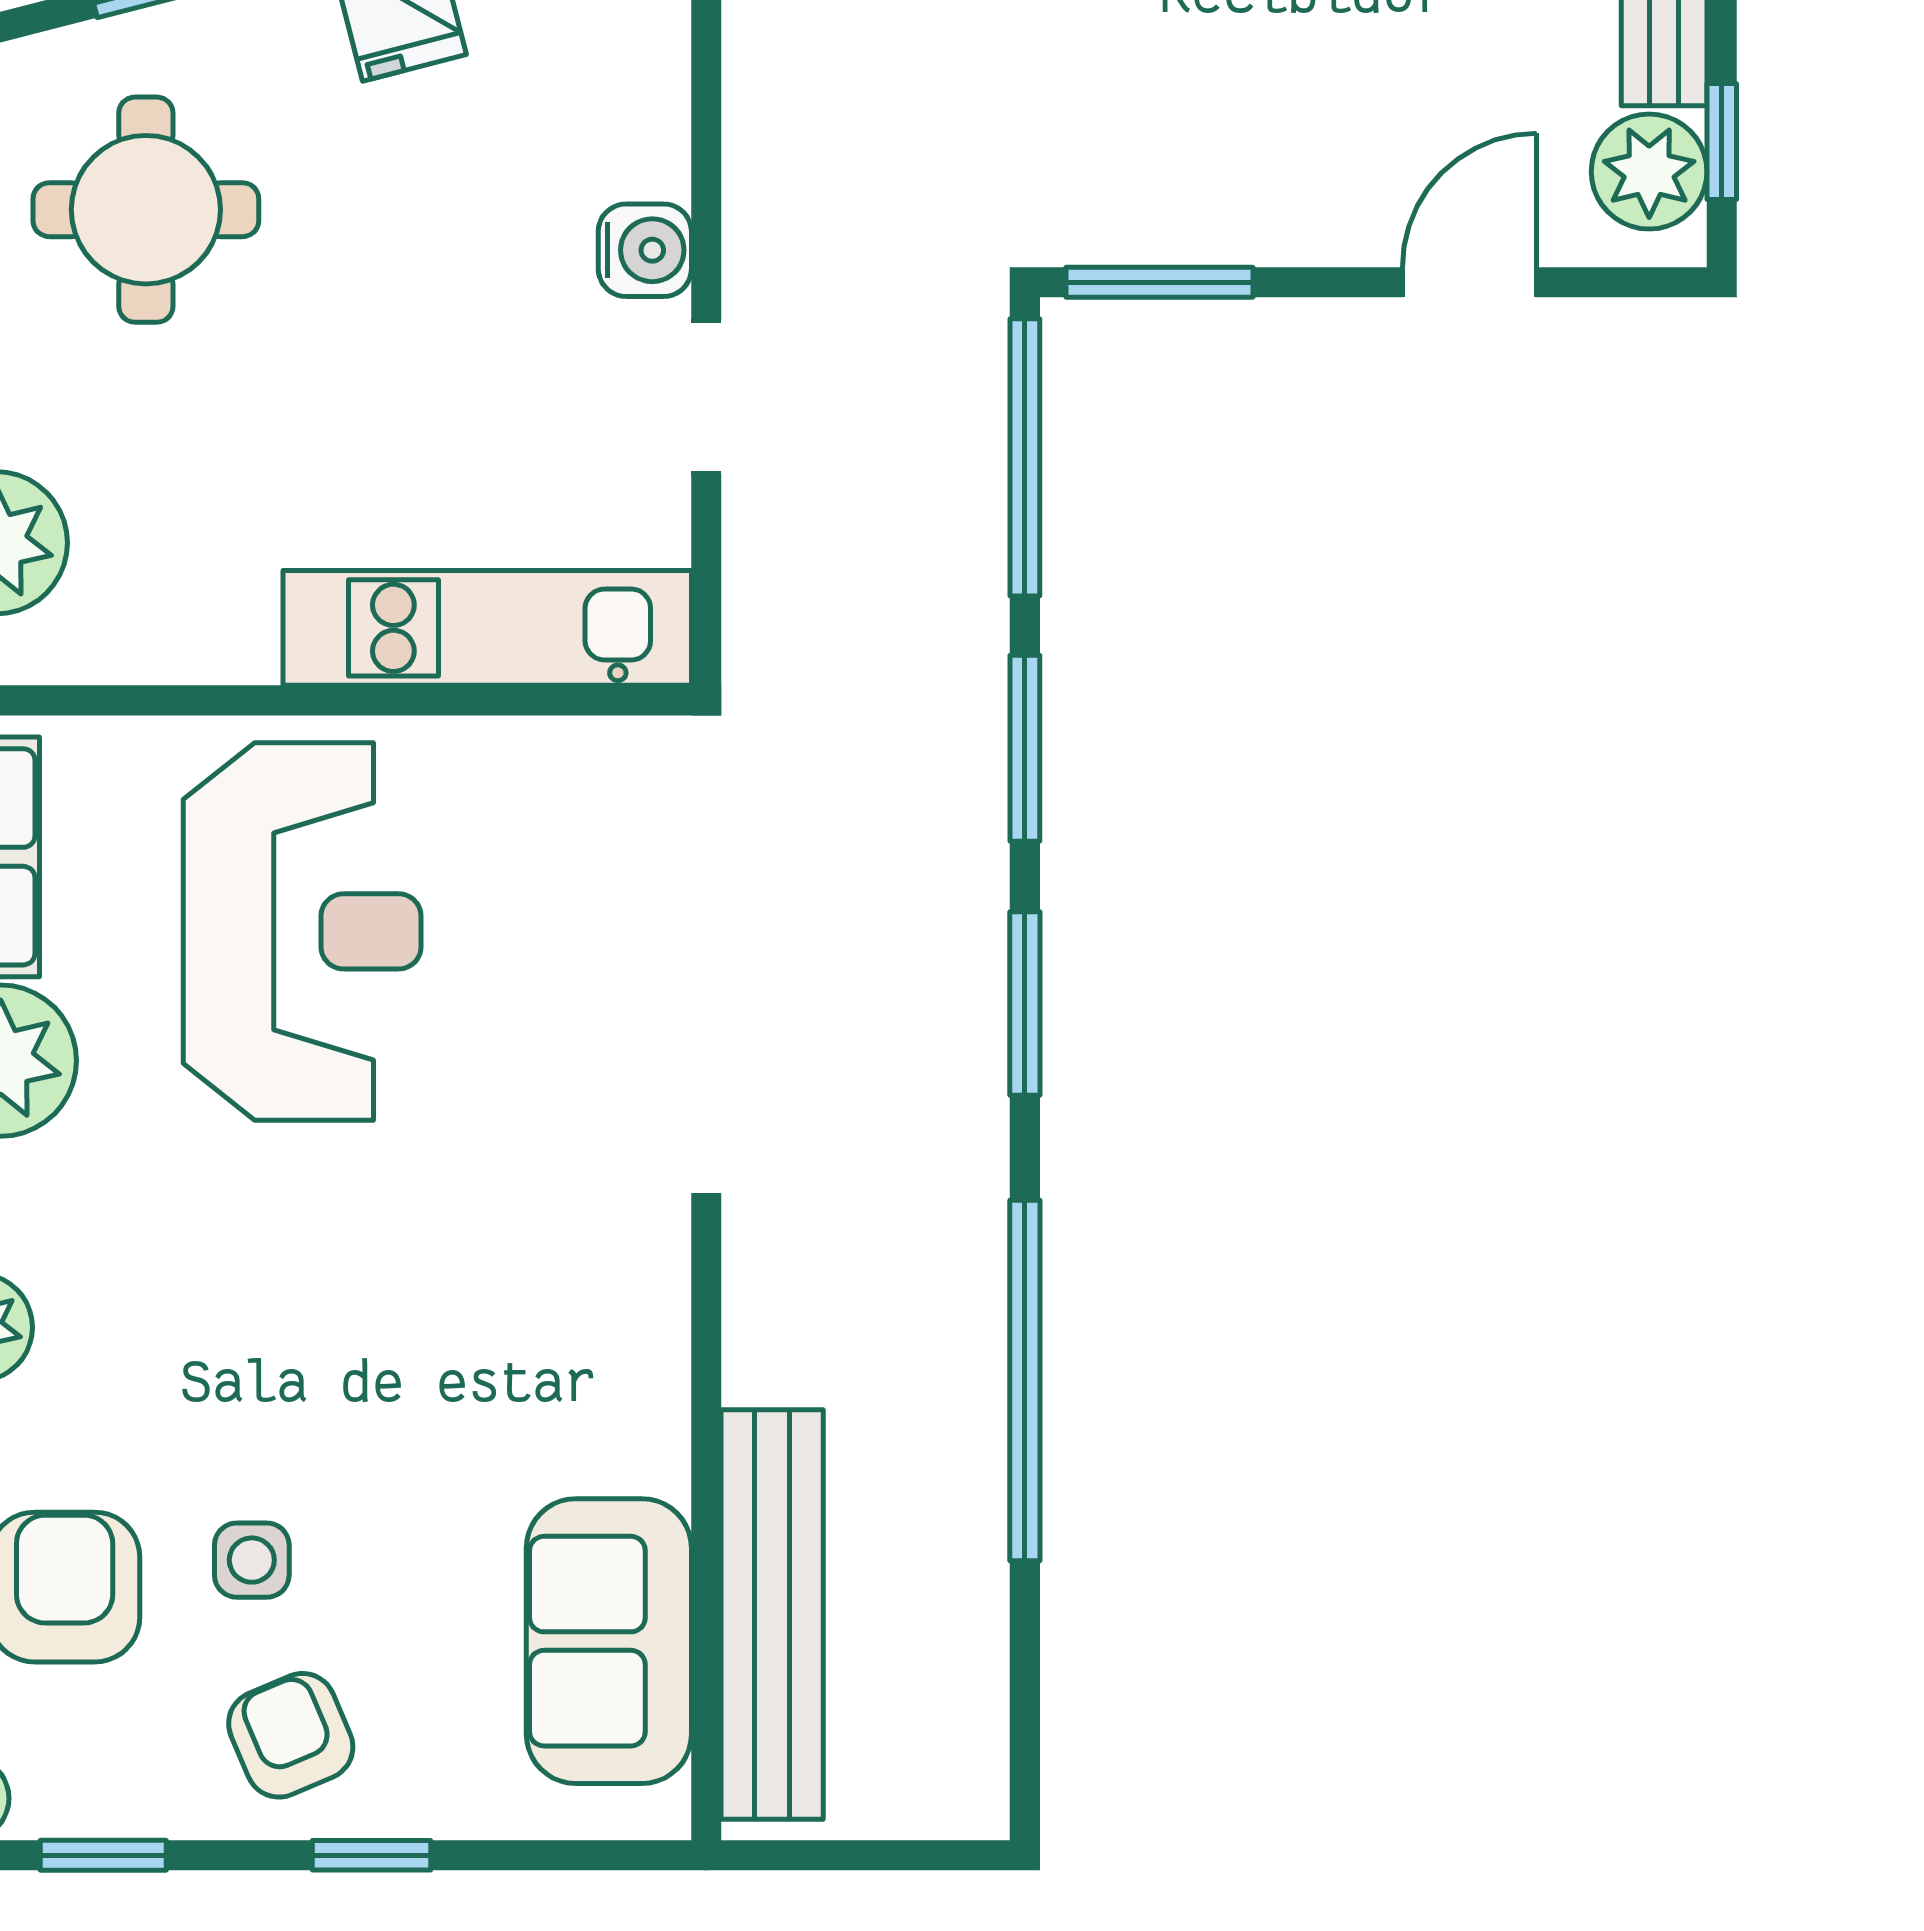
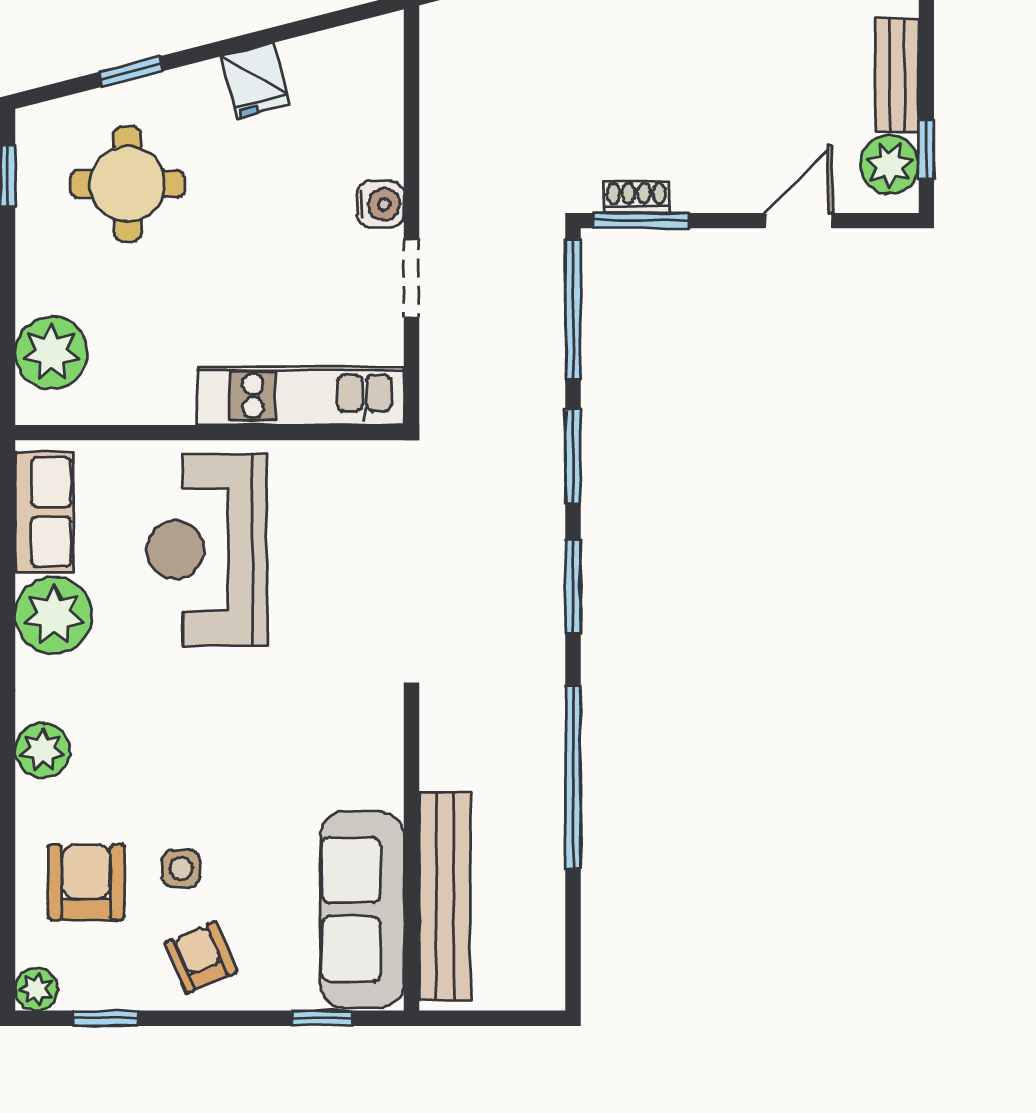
shoe rack: (1150, 236) -> (636, 197), added
reception desk: (302, 931) -> (207, 550), turned 180
sofa: (609, 1641) -> (362, 910), width x1.36
window: (372, 1855) -> (322, 1018), moved

